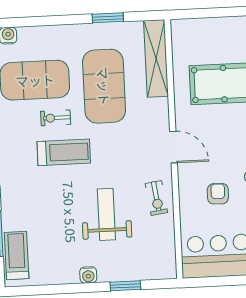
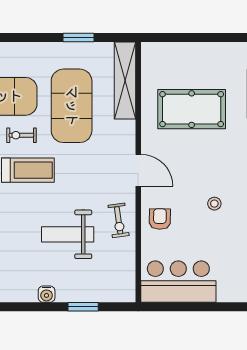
armchair: (218, 194) -> (160, 219), moved
weight bench: (106, 214) -> (68, 234), turned -90

